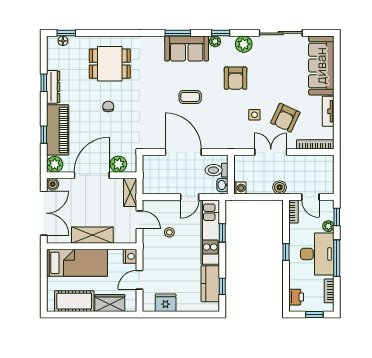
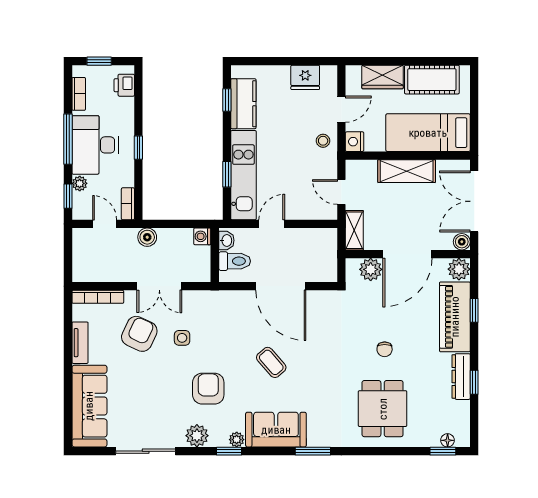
window: (178, 33) -> (313, 451), moved
dining table: (110, 64) -> (383, 409), turned 90
coffee table: (190, 97) -> (271, 362), turned 49
stool: (169, 232) -> (323, 141), moved

